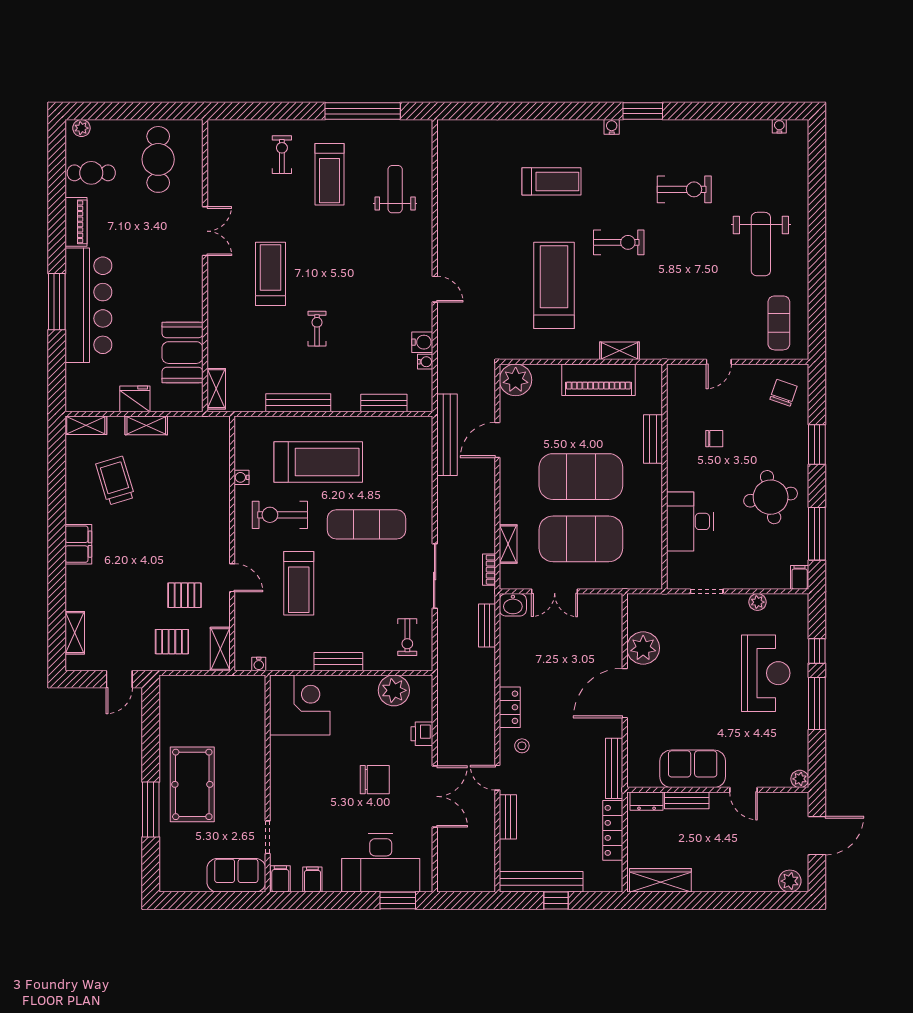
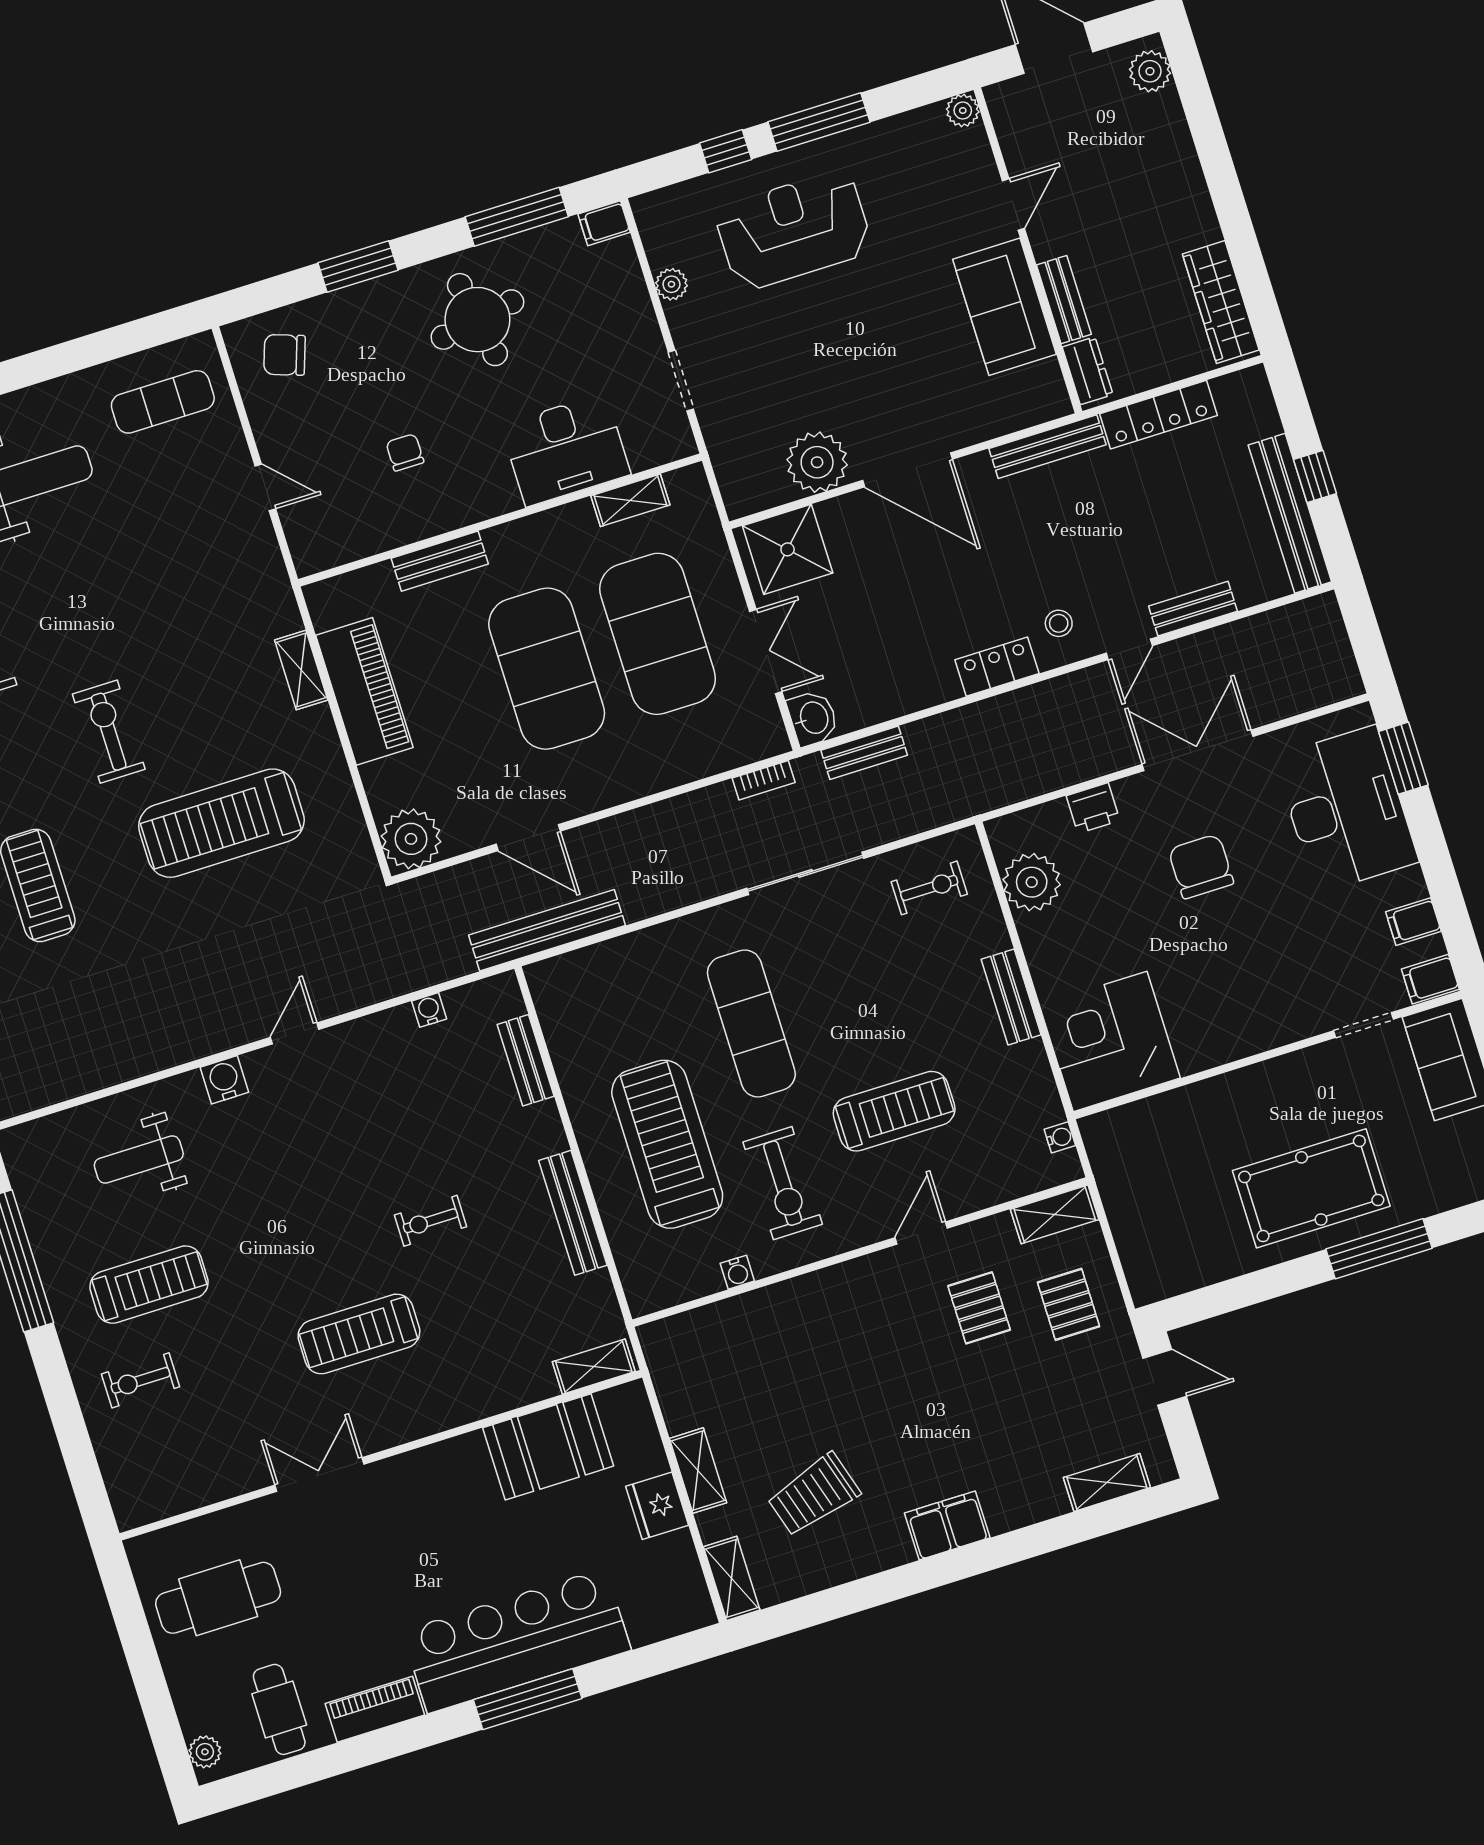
water cooler: (422, 342) -> (224, 1080), moved
shelving: (508, 544) -> (630, 500), moved
shower: (603, 619) -> (788, 549), added

